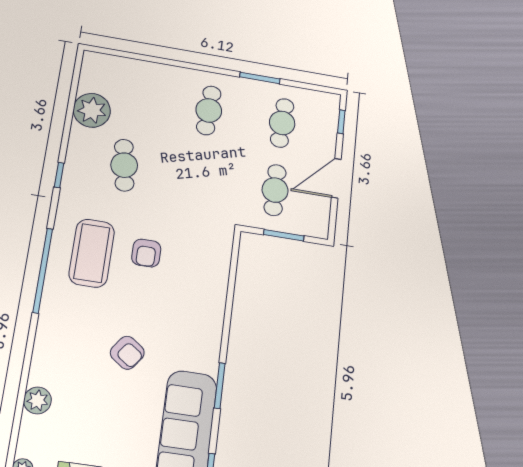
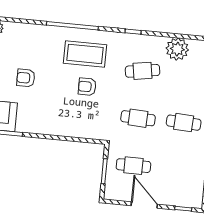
cafe table: (282, 123) -> (138, 118), moved
armchair: (127, 353) -> (26, 78), turned 54

